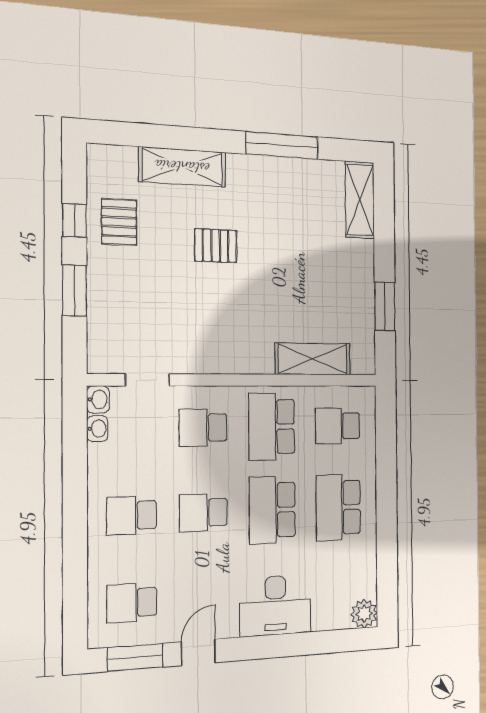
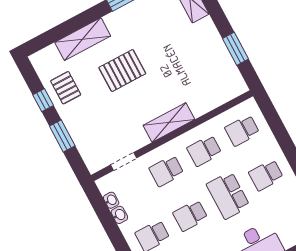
pallet: (216, 246) -> (122, 71), width x1.50, depth x1.42
shelving: (313, 359) -> (169, 122), moved
washbasin: (98, 399) -> (119, 215), moved
school desk: (272, 427) -> (204, 151), width x0.54
school desk: (338, 507) -> (266, 175), width x0.54

